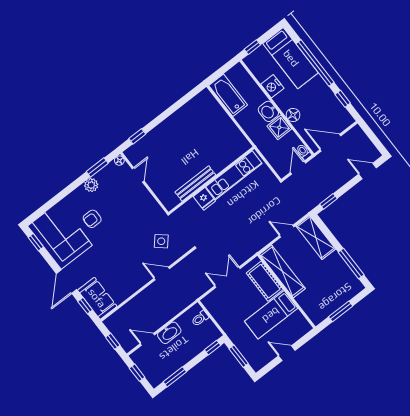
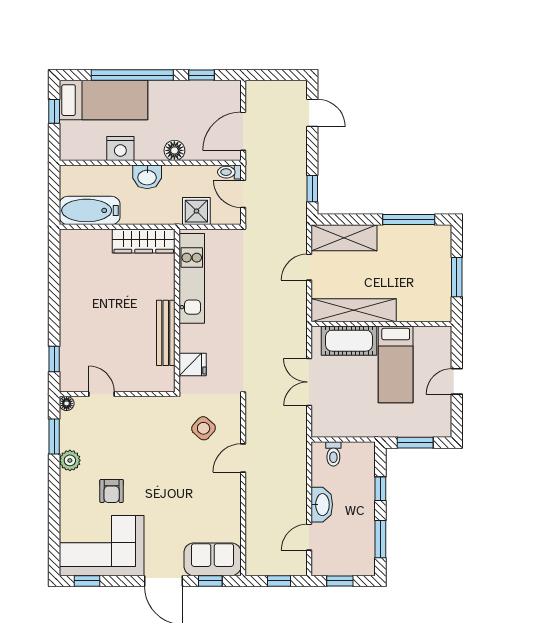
window: (252, 47) -> (54, 111), moved
shower: (279, 127) -> (196, 211), moved
wardrobe: (234, 135) -> (144, 241), added
door: (368, 171) -> (312, 113), swing flipped
fridge: (204, 199) -> (193, 365), moved
window: (213, 348) -> (380, 489), moved

